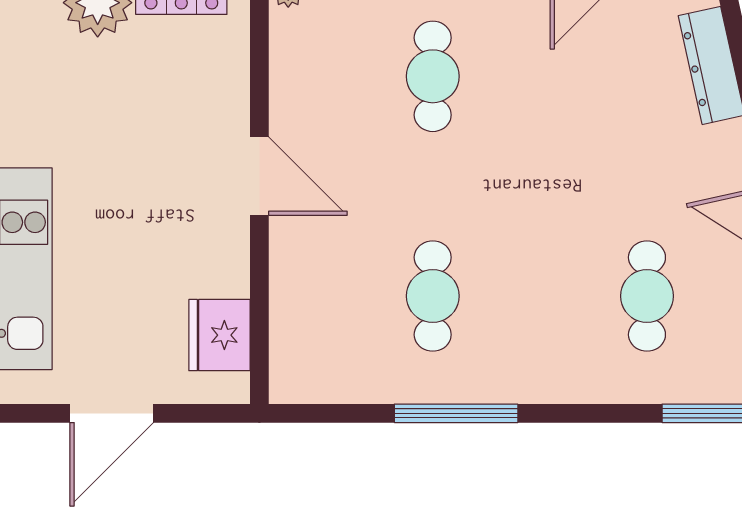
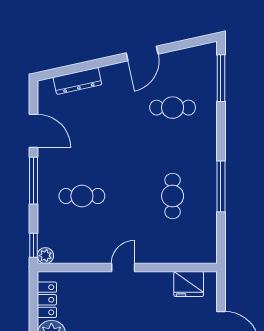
door: (259, 176) -> (123, 268), width x0.73
cafe table: (433, 296) -> (173, 196), turned 90

